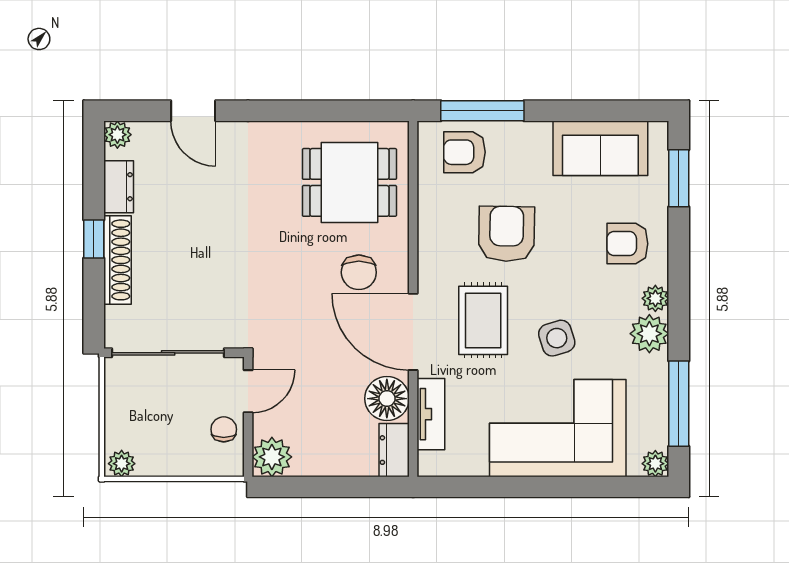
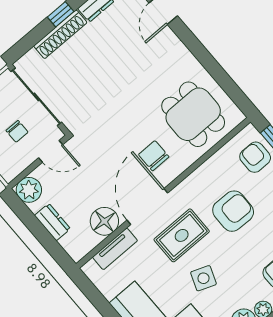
chair: (359, 272) -> (154, 156), turned 90
side table: (557, 338) -> (203, 278), turned 38
chair: (224, 429) -> (17, 131), moved, turned 90
dresser: (394, 450) -> (52, 222), moved, turned 90

